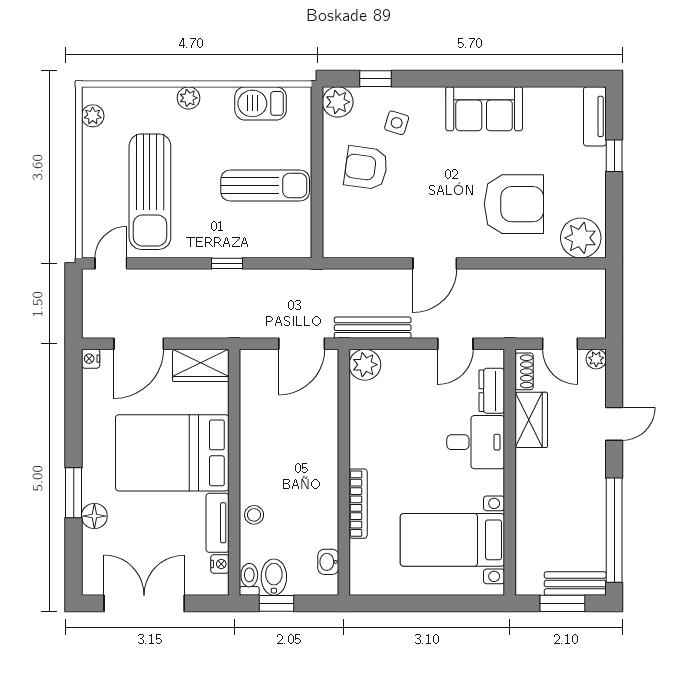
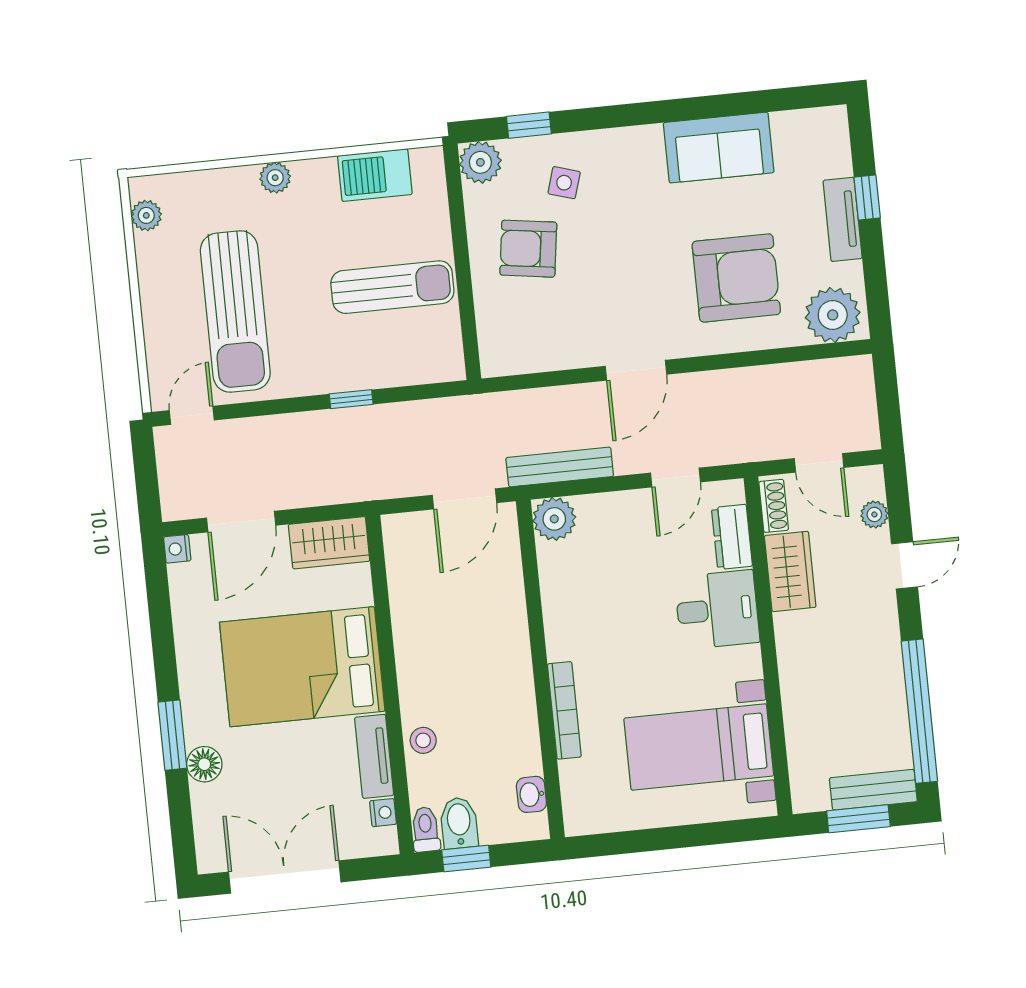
sofa: (484, 109) -> (719, 148), moved
tv unit: (595, 116) -> (843, 219), moved
plant: (596, 359) -> (874, 514), moved

